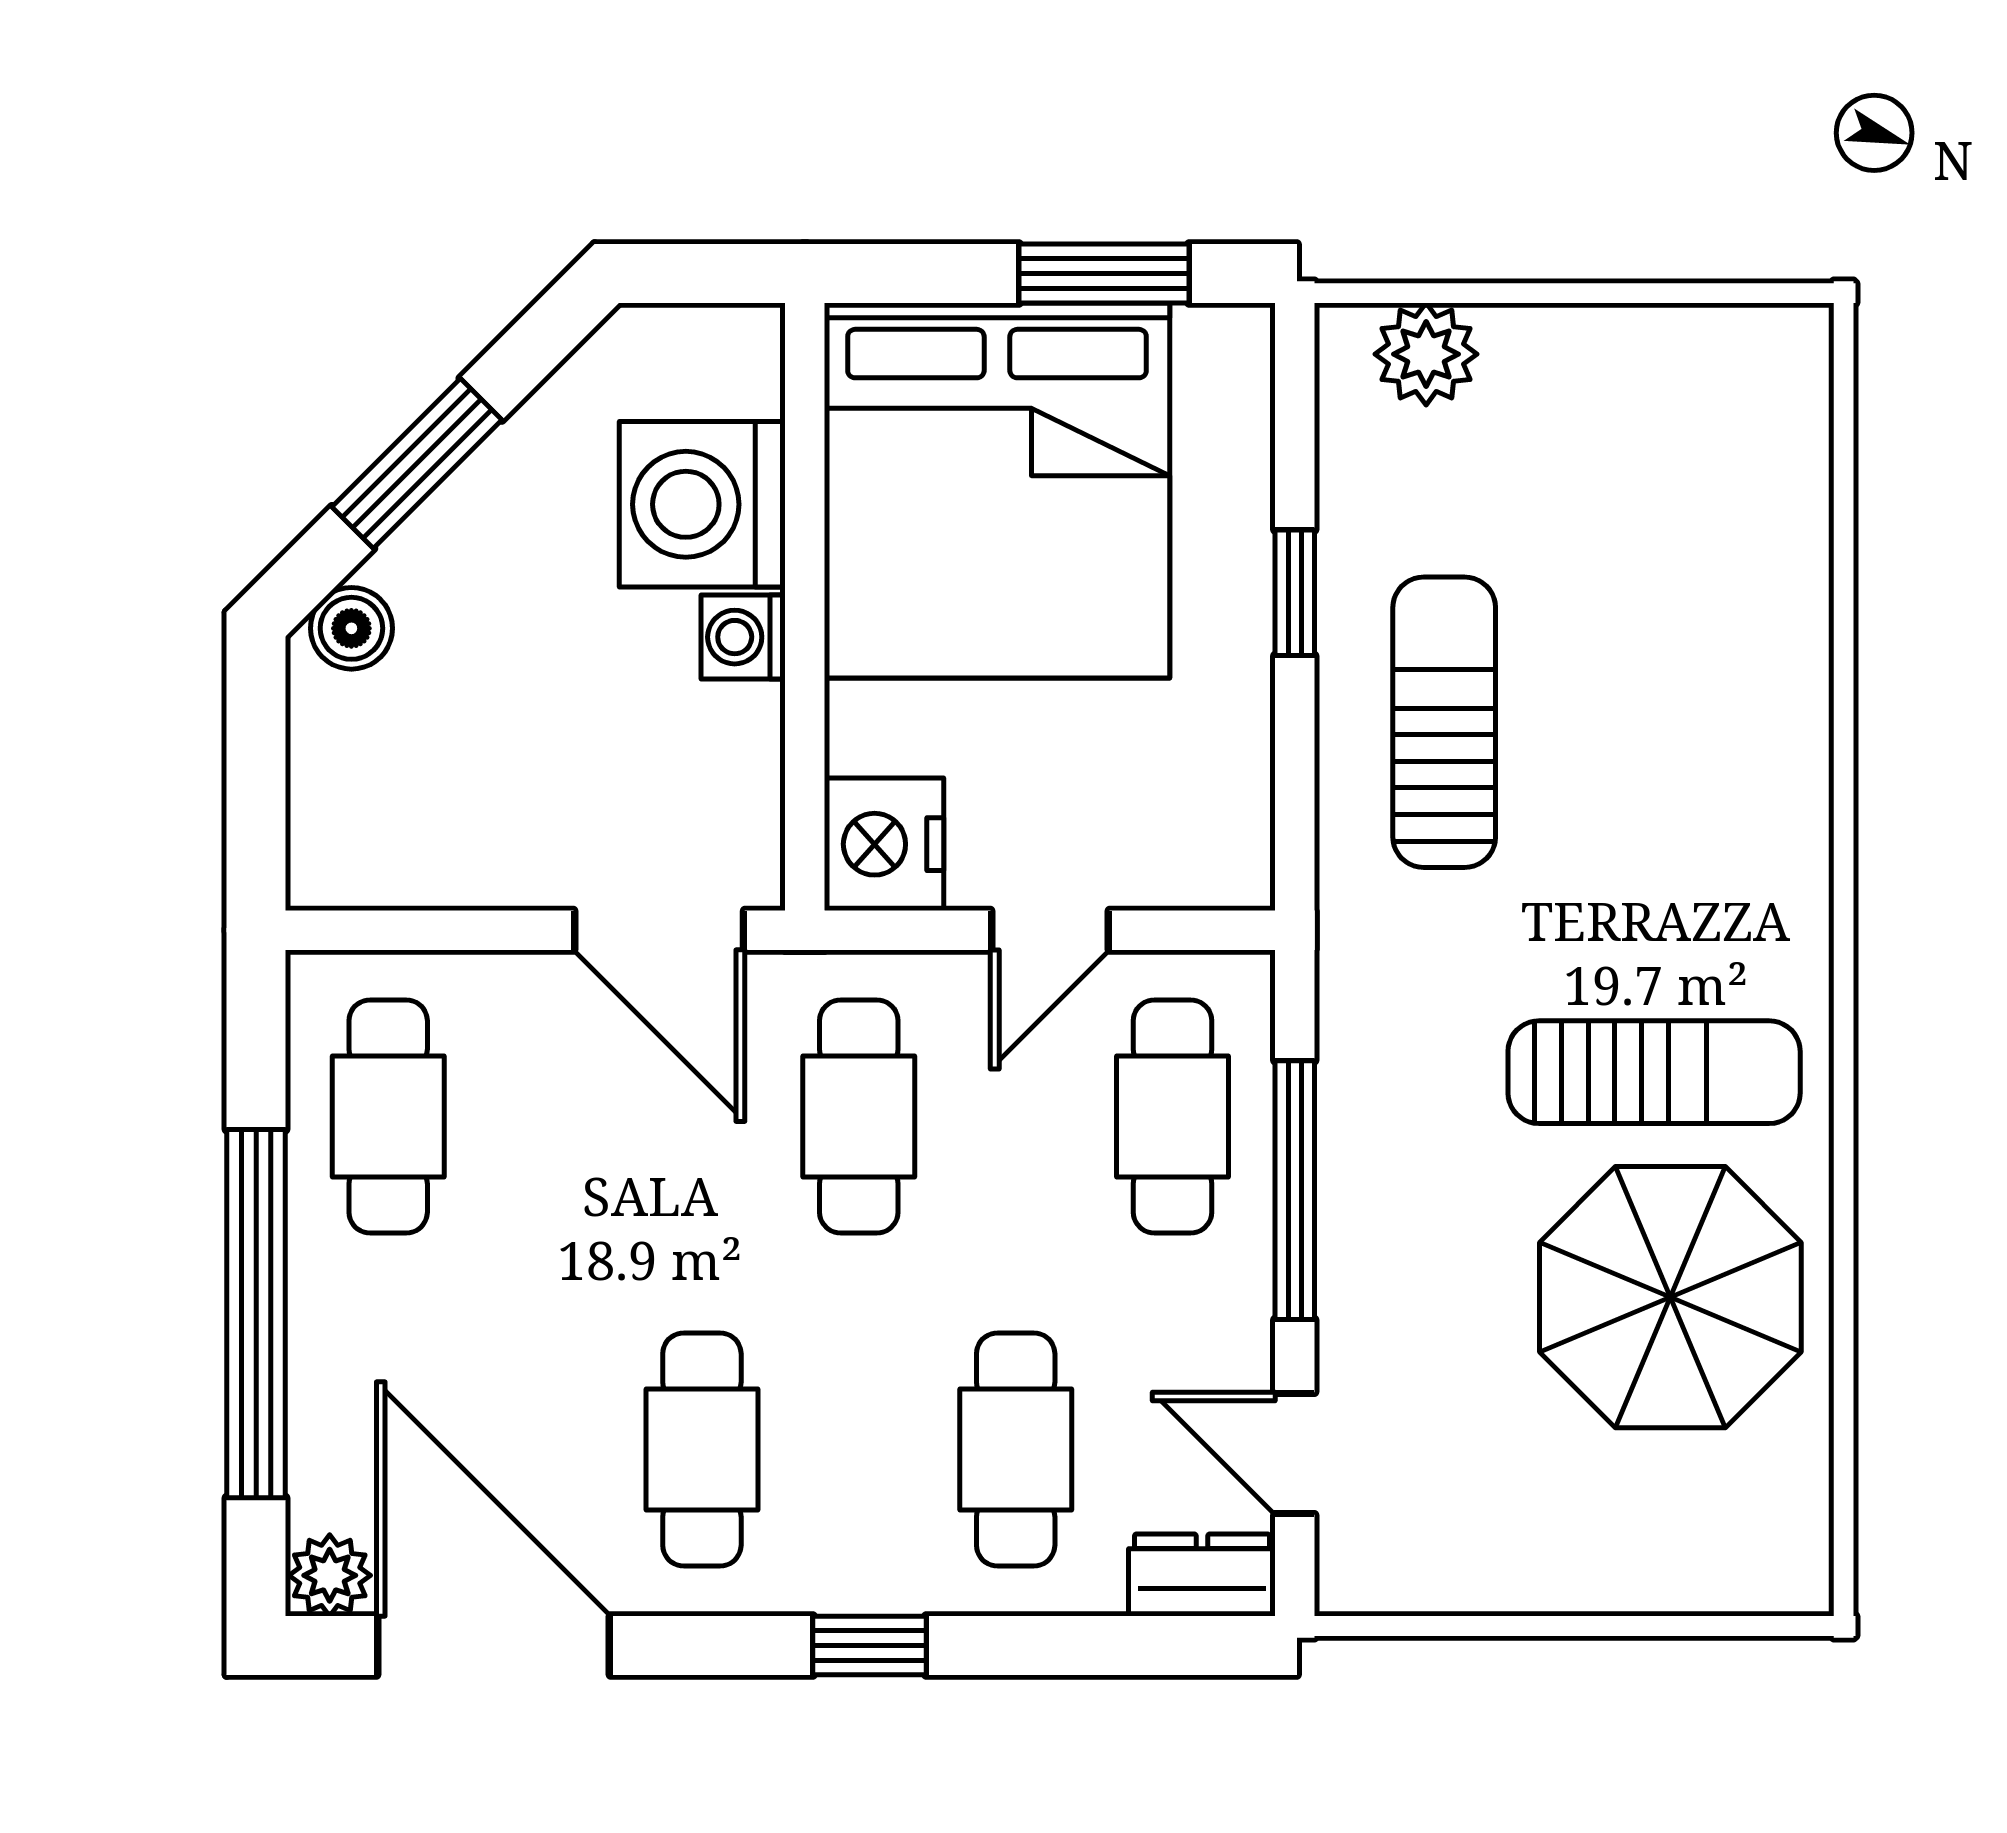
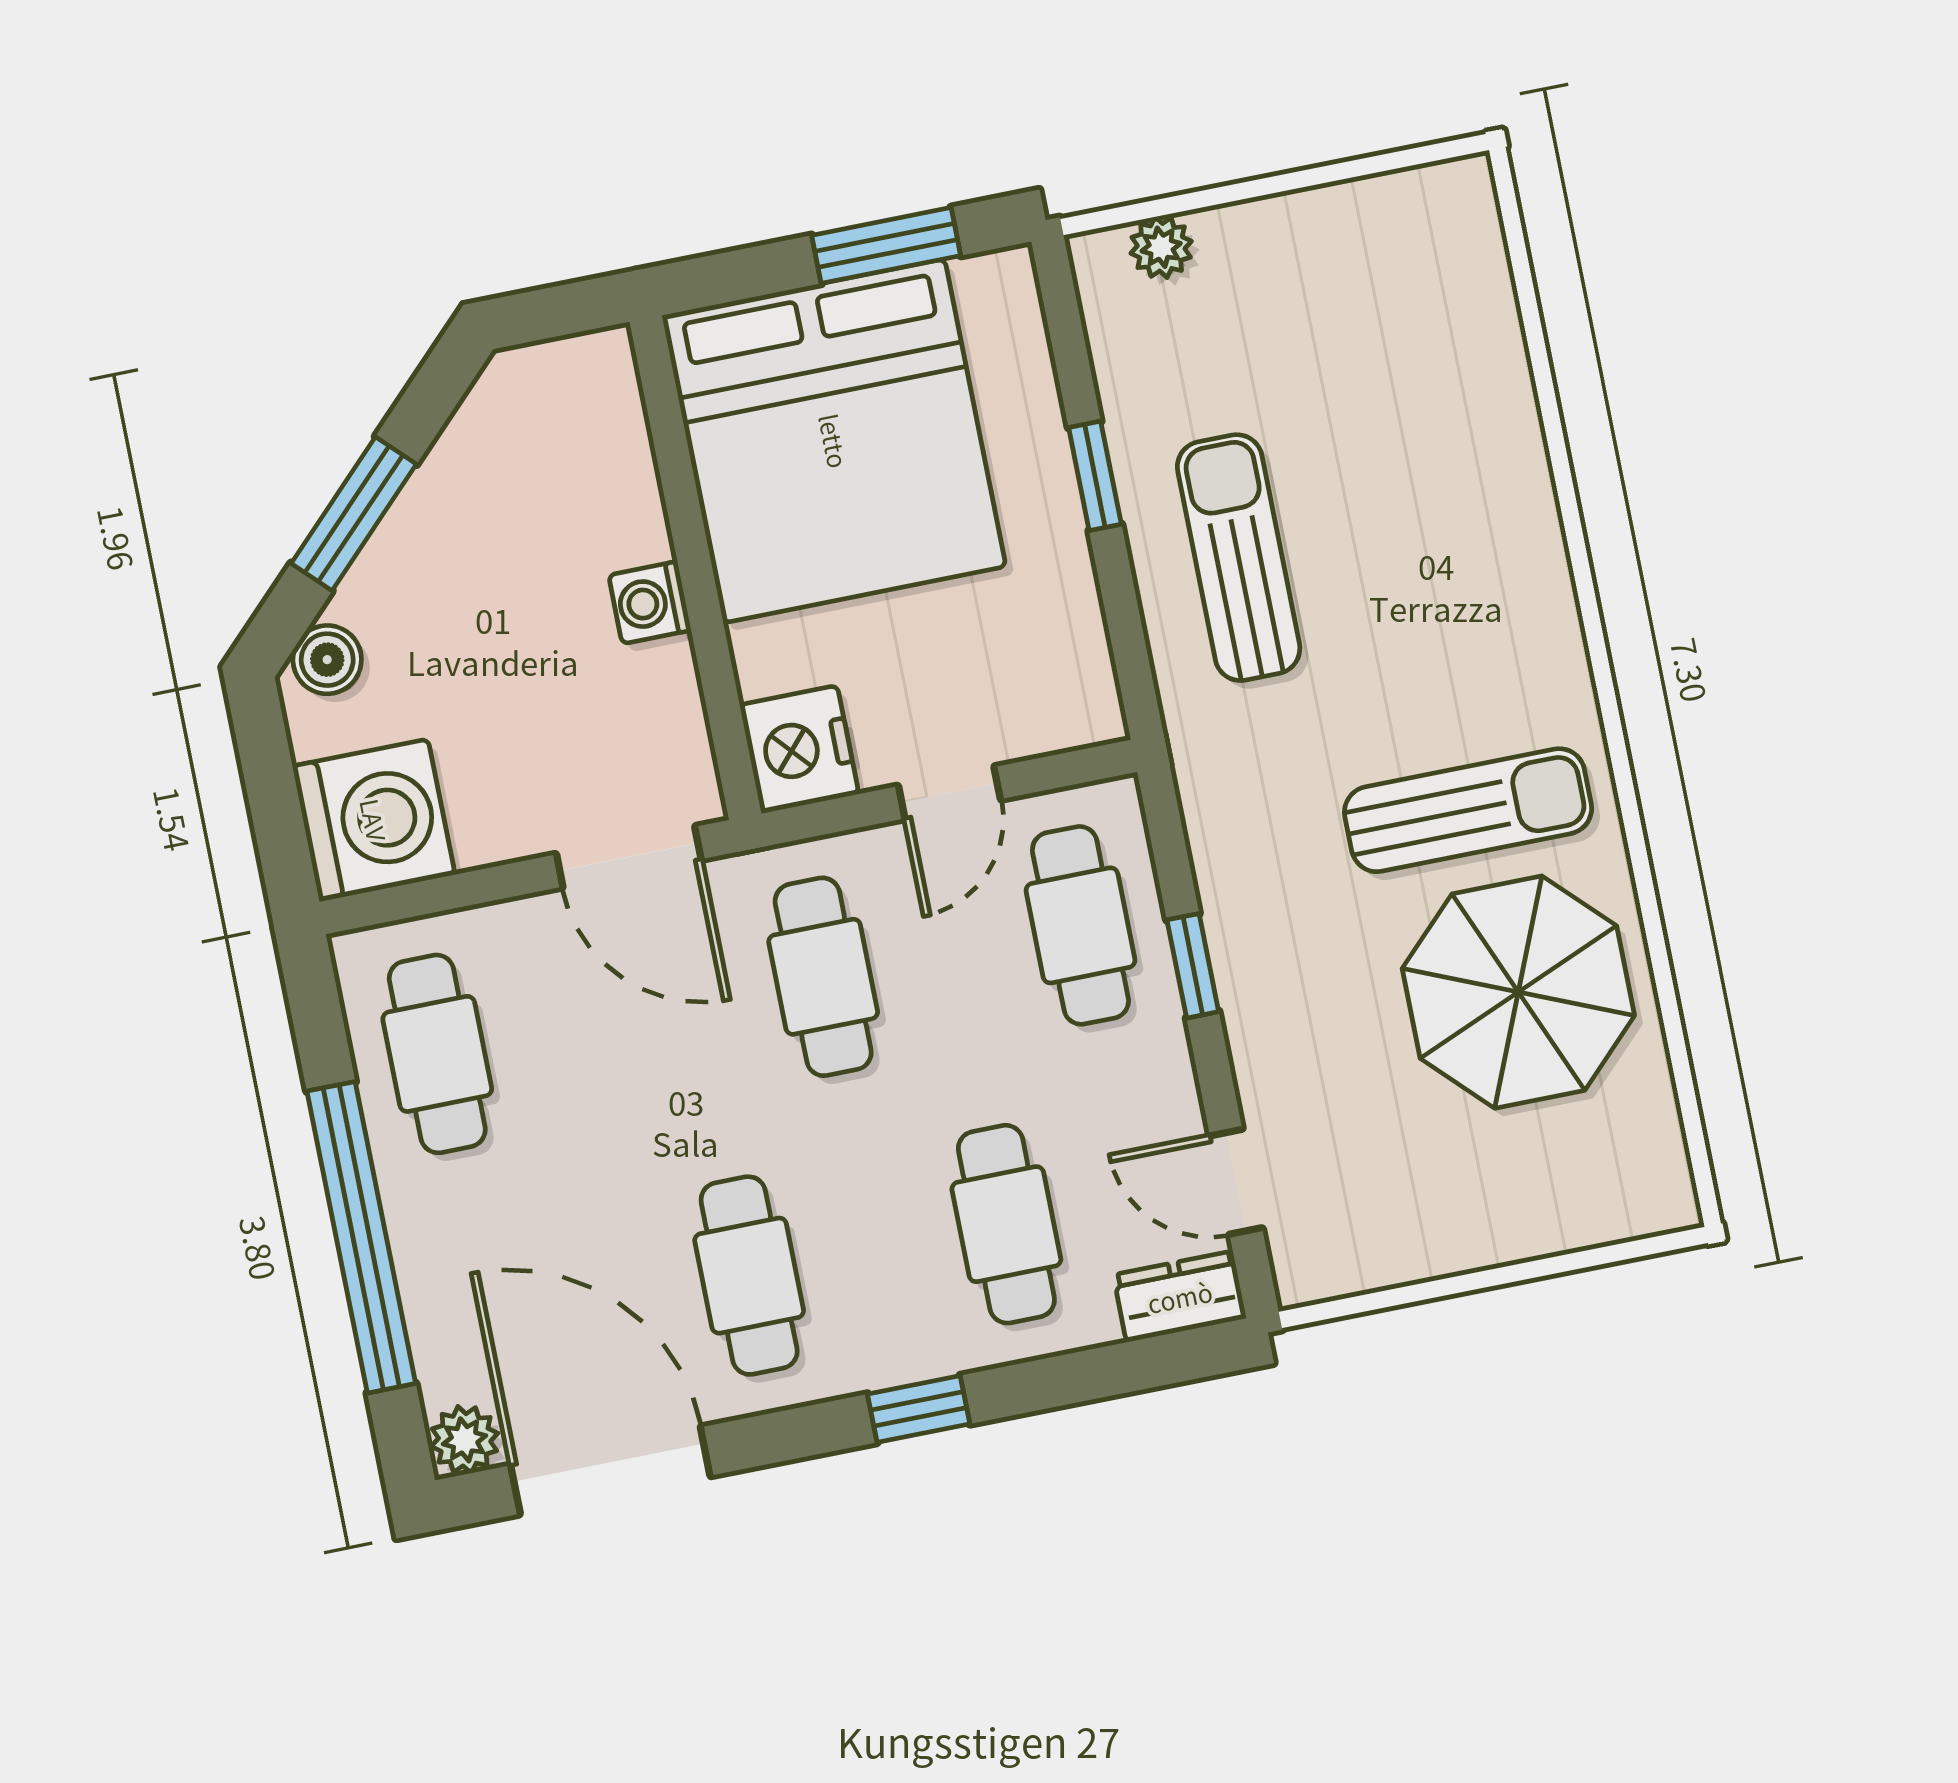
plant: (1426, 354) -> (1161, 247), width x0.73, depth x0.73
washing machine: (702, 504) -> (374, 820), moved, turned 180
window: (1295, 1190) -> (1193, 966), width x0.46

